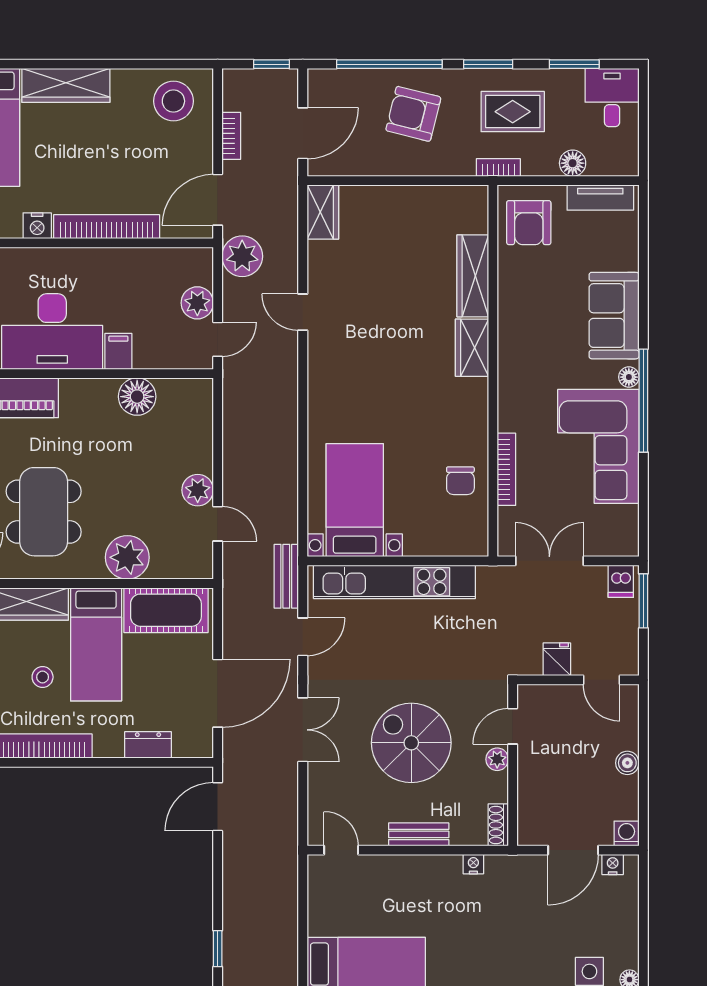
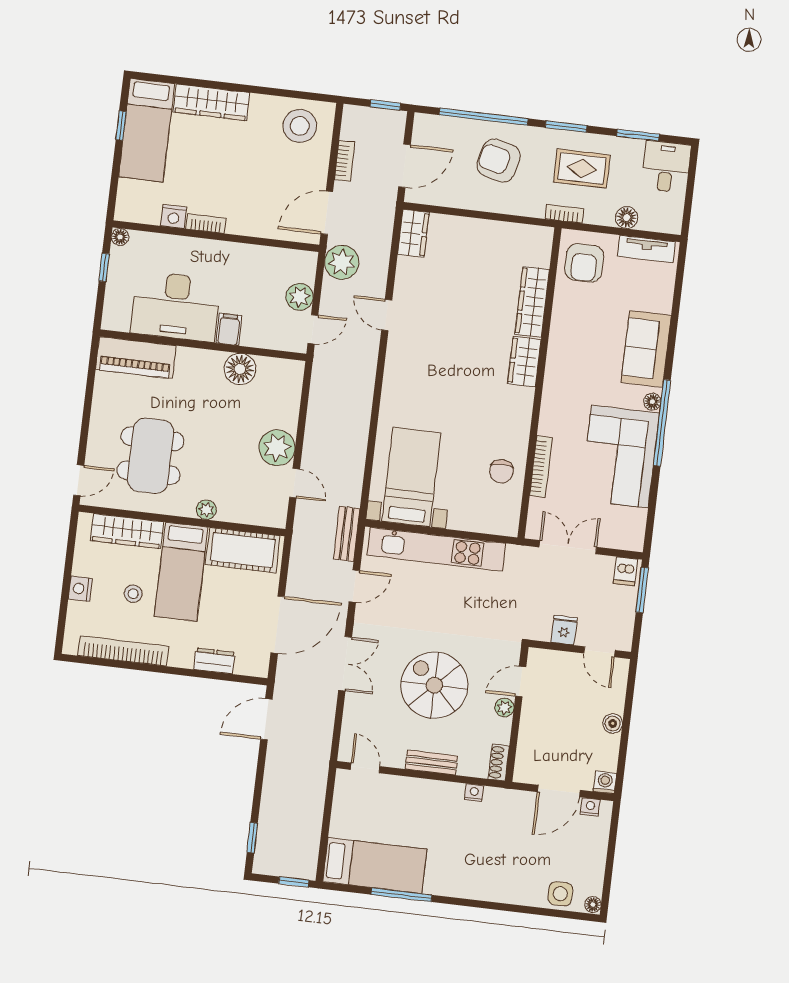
bookcase: (107, 227) -> (206, 224), width x0.43, depth x0.76
plant: (198, 490) -> (277, 448), width x1.36, depth x1.36
plant: (127, 557) -> (206, 510), width x0.53, depth x0.53

